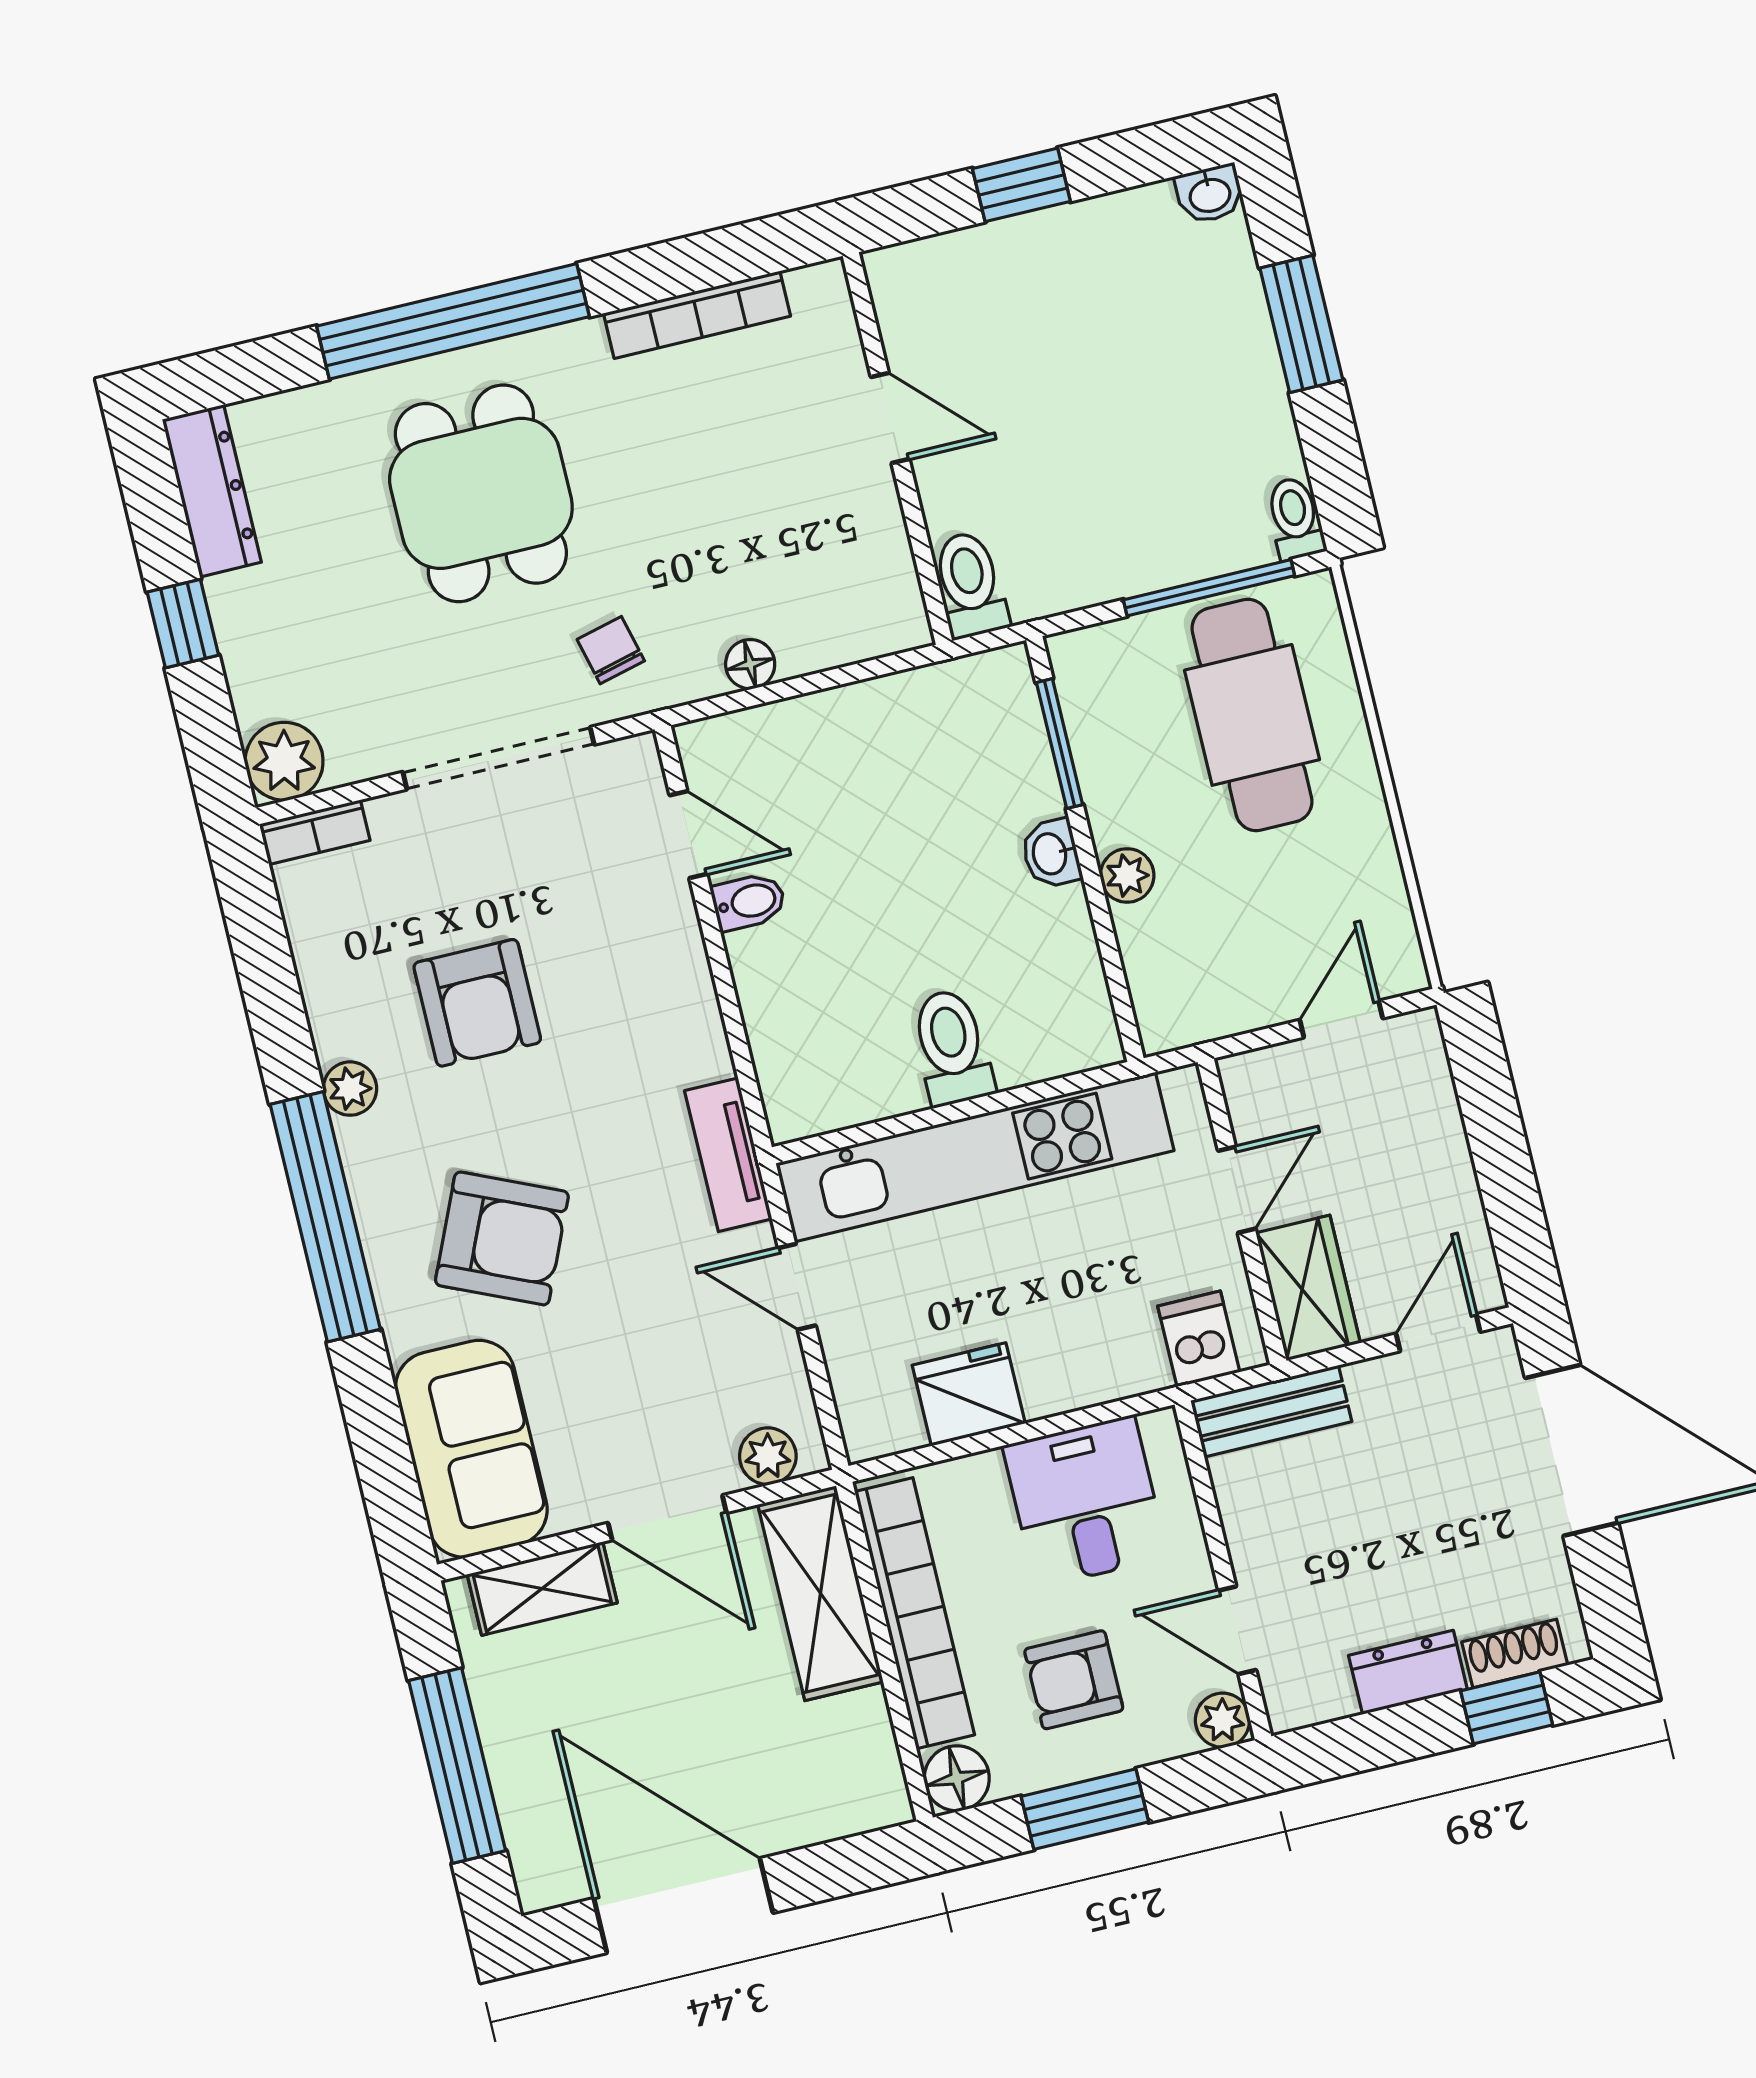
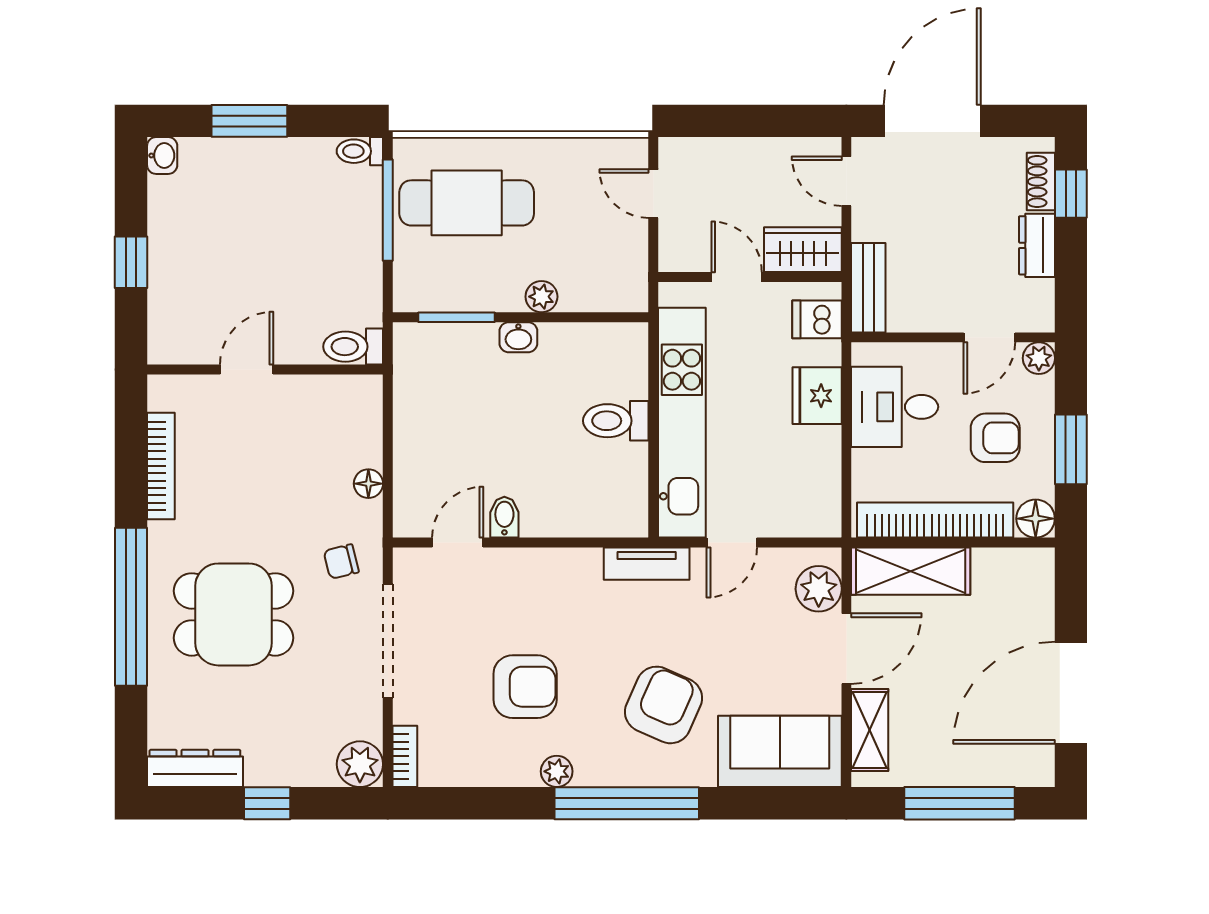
fridge: (969, 1394) -> (817, 396), moved
plant: (768, 1456) -> (819, 589), width x1.38, depth x1.38
armchair: (1074, 1680) -> (995, 438), turned -90

